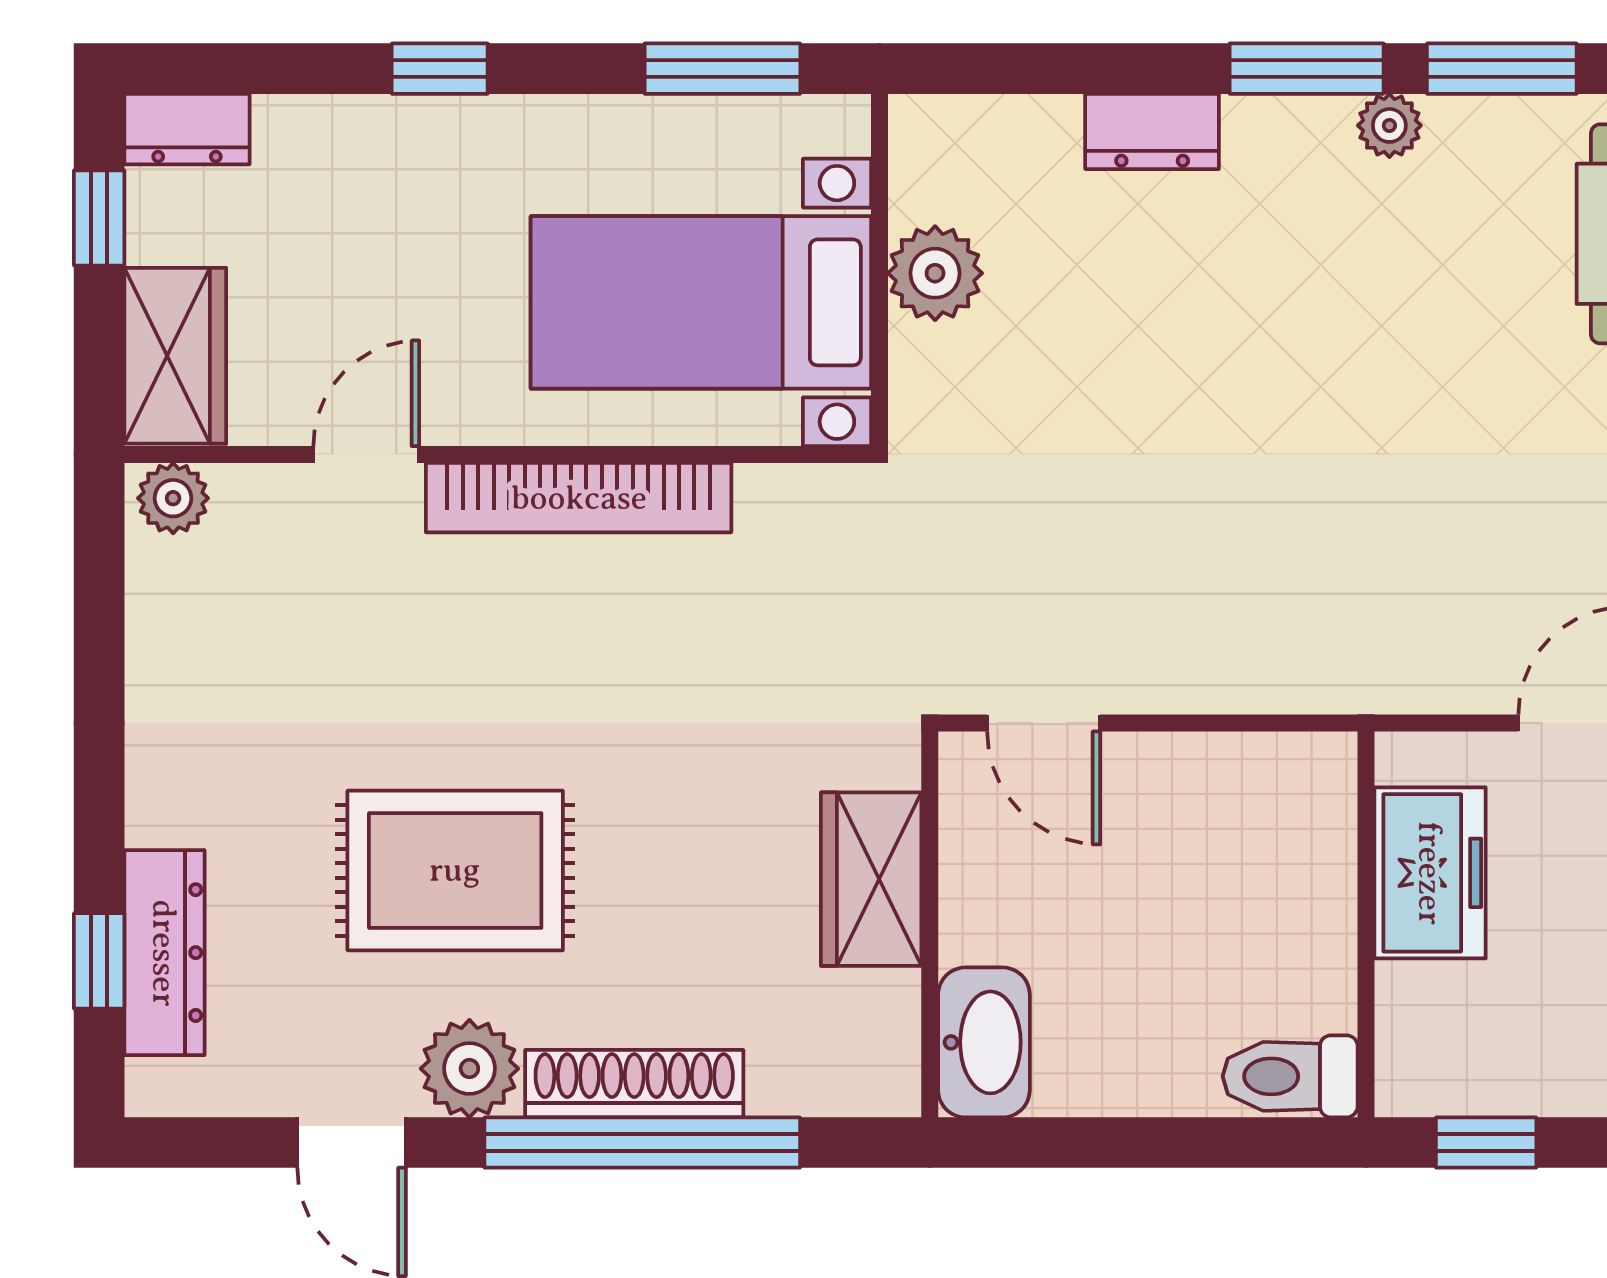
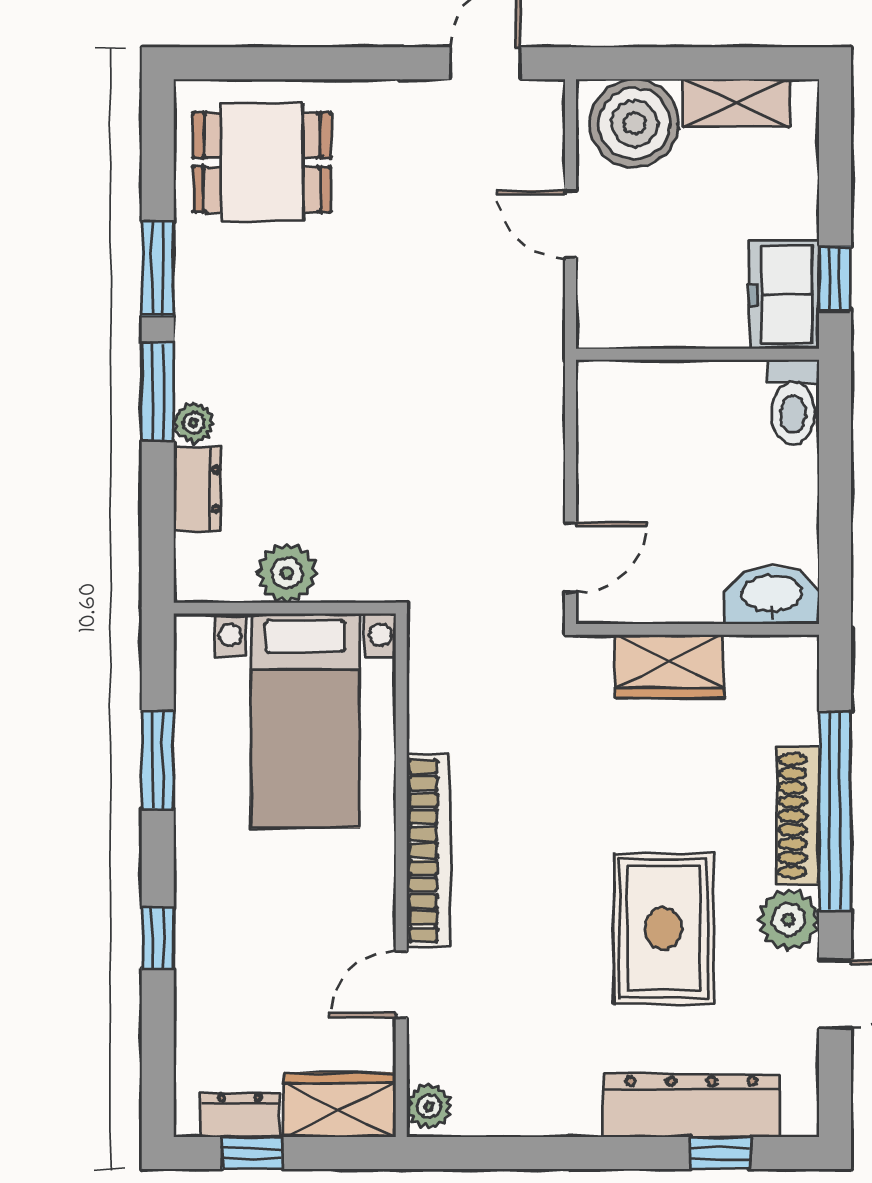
plant: (1389, 125) -> (194, 423), moved
dresser: (187, 129) -> (240, 1115), moved, turned -90
wall: (879, 270) -> (285, 608), moved
plant: (935, 273) -> (287, 573), moved
bed with nightstands: (701, 302) -> (305, 721), moved
door: (366, 455) -> (401, 985), hinge flipped
freezer: (1430, 873) -> (784, 295), moved, turned -90
dresser: (164, 953) -> (692, 1106), width x1.37, depth x1.24

